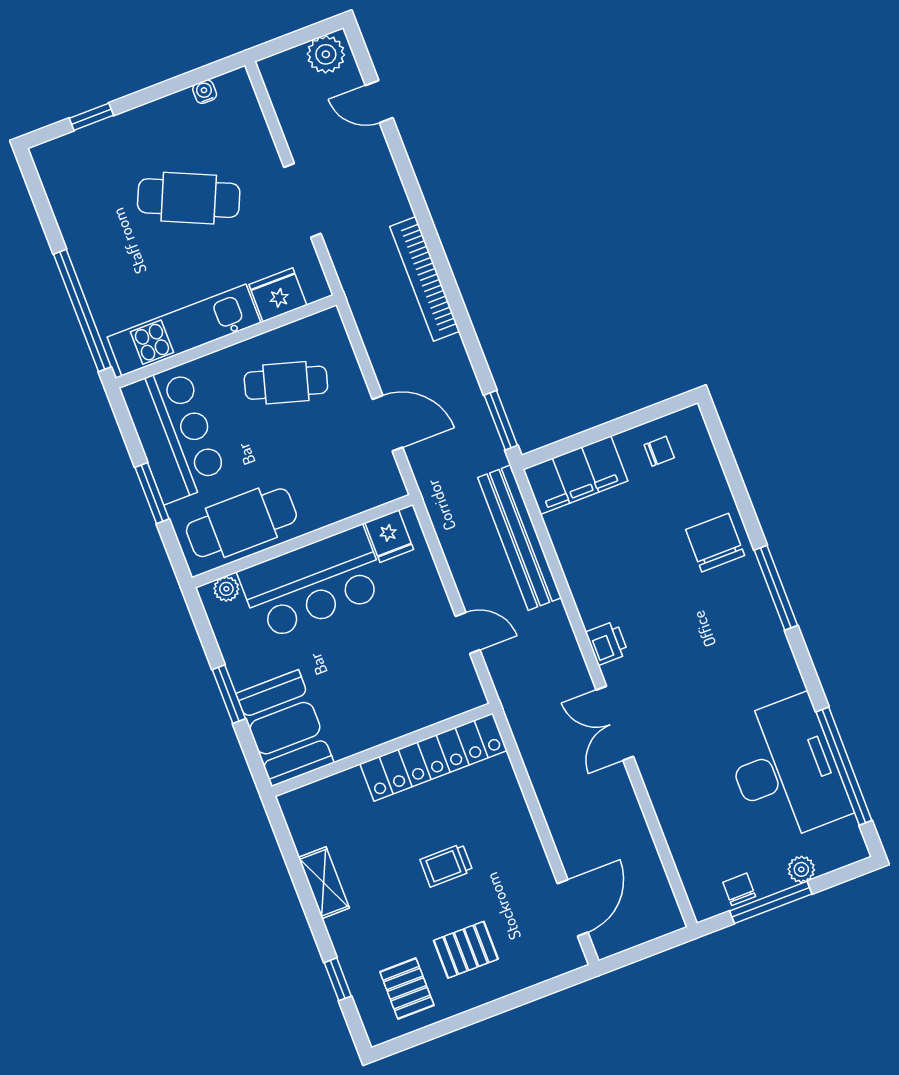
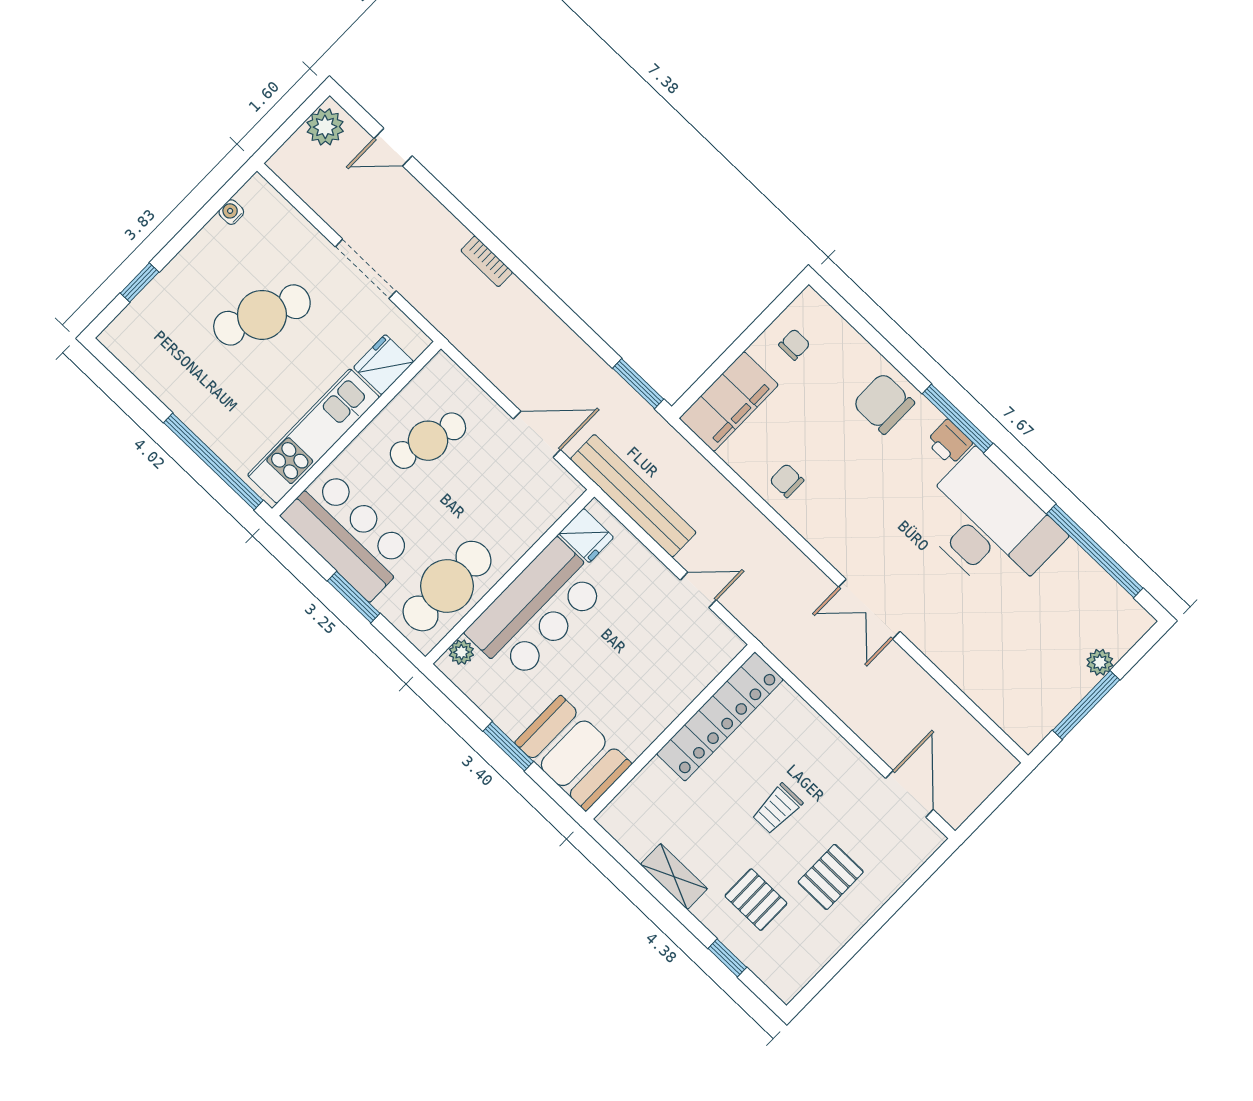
bookcase: (425, 279) -> (487, 261), width x0.43, depth x0.76
bench: (520, 538) -> (633, 496), moved
printer: (607, 643) -> (949, 442), moved, turned 180
desk: (785, 769) -> (989, 526), moved
chair: (739, 889) -> (787, 481), moved
pallet: (407, 989) -> (756, 900), moved

